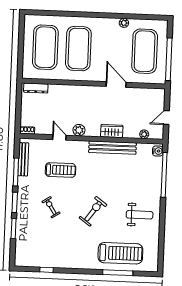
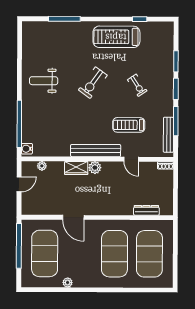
dresser: (36, 88) -> (146, 210), moved
plant: (79, 130) -> (95, 168), moved
bench: (113, 148) -> (96, 151), moved
treadmill: (120, 253) -> (116, 37), moved

